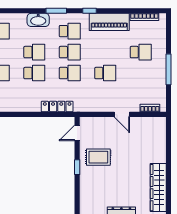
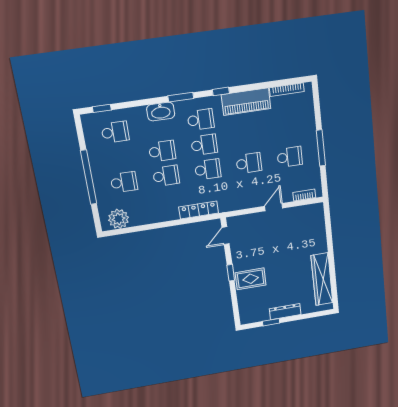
school desk: (141, 52) -> (290, 157), moved
door: (122, 114) -> (274, 207), swing flipped
rug: (98, 157) -> (251, 279), moved

